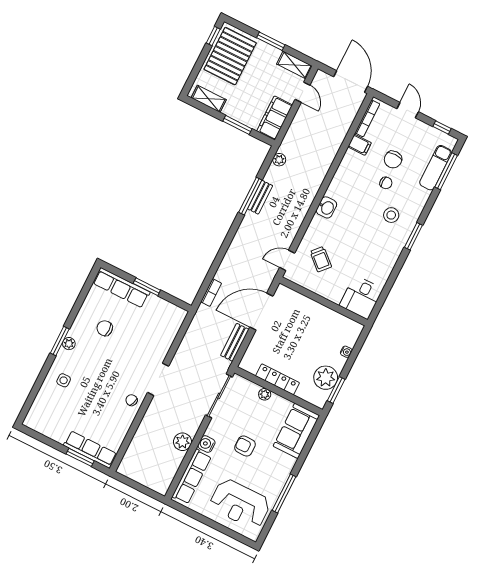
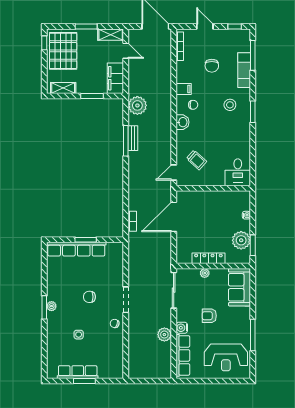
filing cabinet: (360, 145) -> (184, 89), moved
plant: (279, 160) -> (137, 105), width x1.88, depth x1.88
exam couch: (436, 168) -> (244, 70), moved
chair: (386, 183) -> (193, 105), moved
row of seats: (121, 288) -> (76, 249), width x1.36
chair: (105, 328) -> (89, 297), moved
bench: (235, 342) -> (166, 247), removed
side table: (64, 380) -> (79, 335), moved
row of seats: (90, 450) -> (78, 372), moved
window: (80, 457) -> (84, 381), moved

